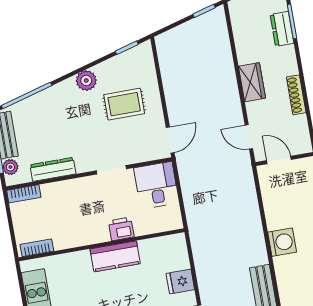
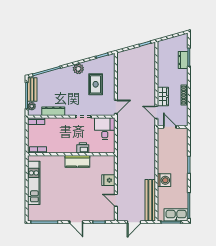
wardrobe: (252, 82) -> (163, 97), moved
rug: (124, 104) -> (96, 84), turned 90
washing machine: (282, 242) -> (164, 180), moved

